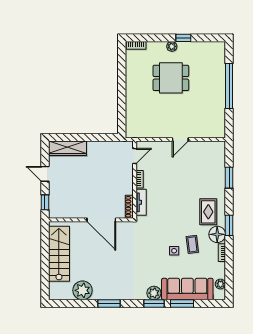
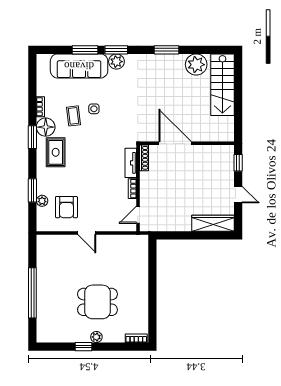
door: (180, 140) -> (87, 233), swing flipped
armchair: (199, 163) -> (66, 207), added
stairs: (59, 254) -> (222, 85), moved
plant: (220, 284) -> (42, 201), moved

